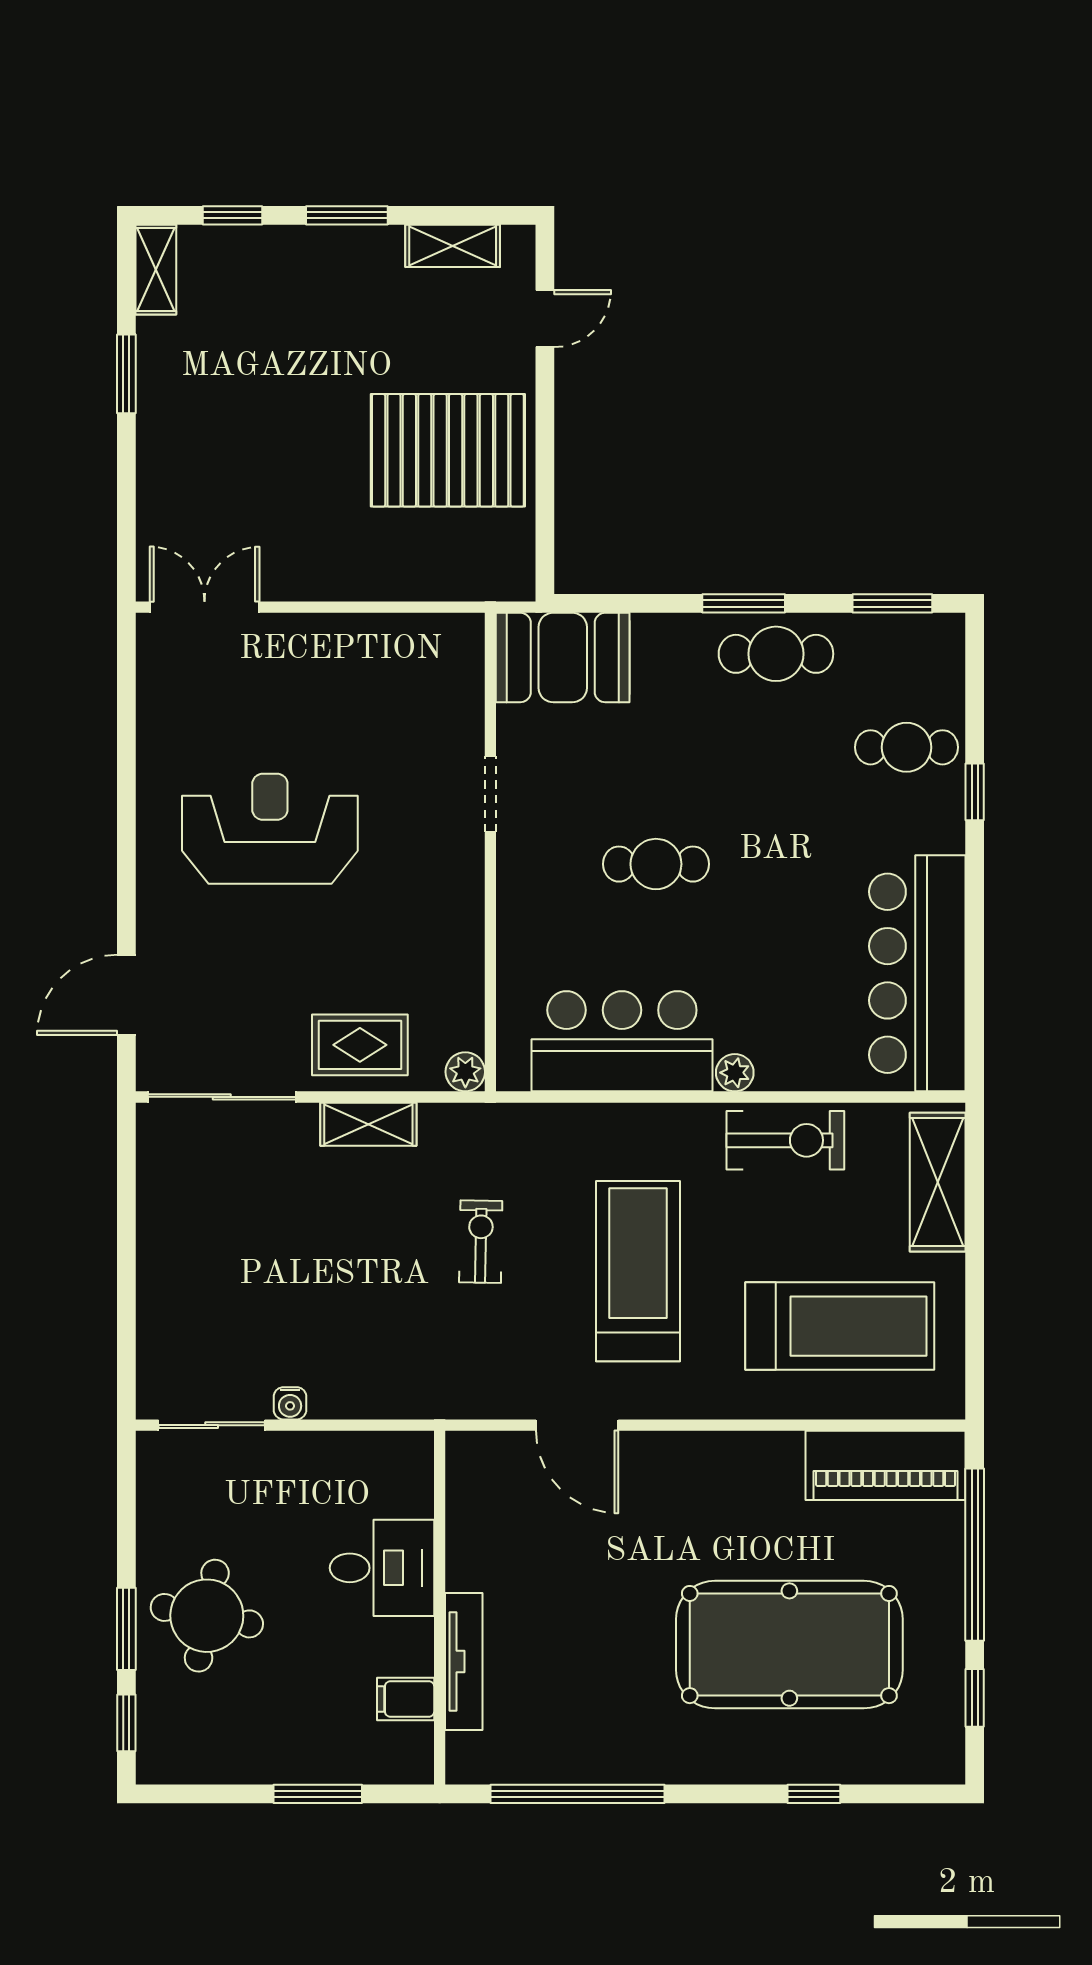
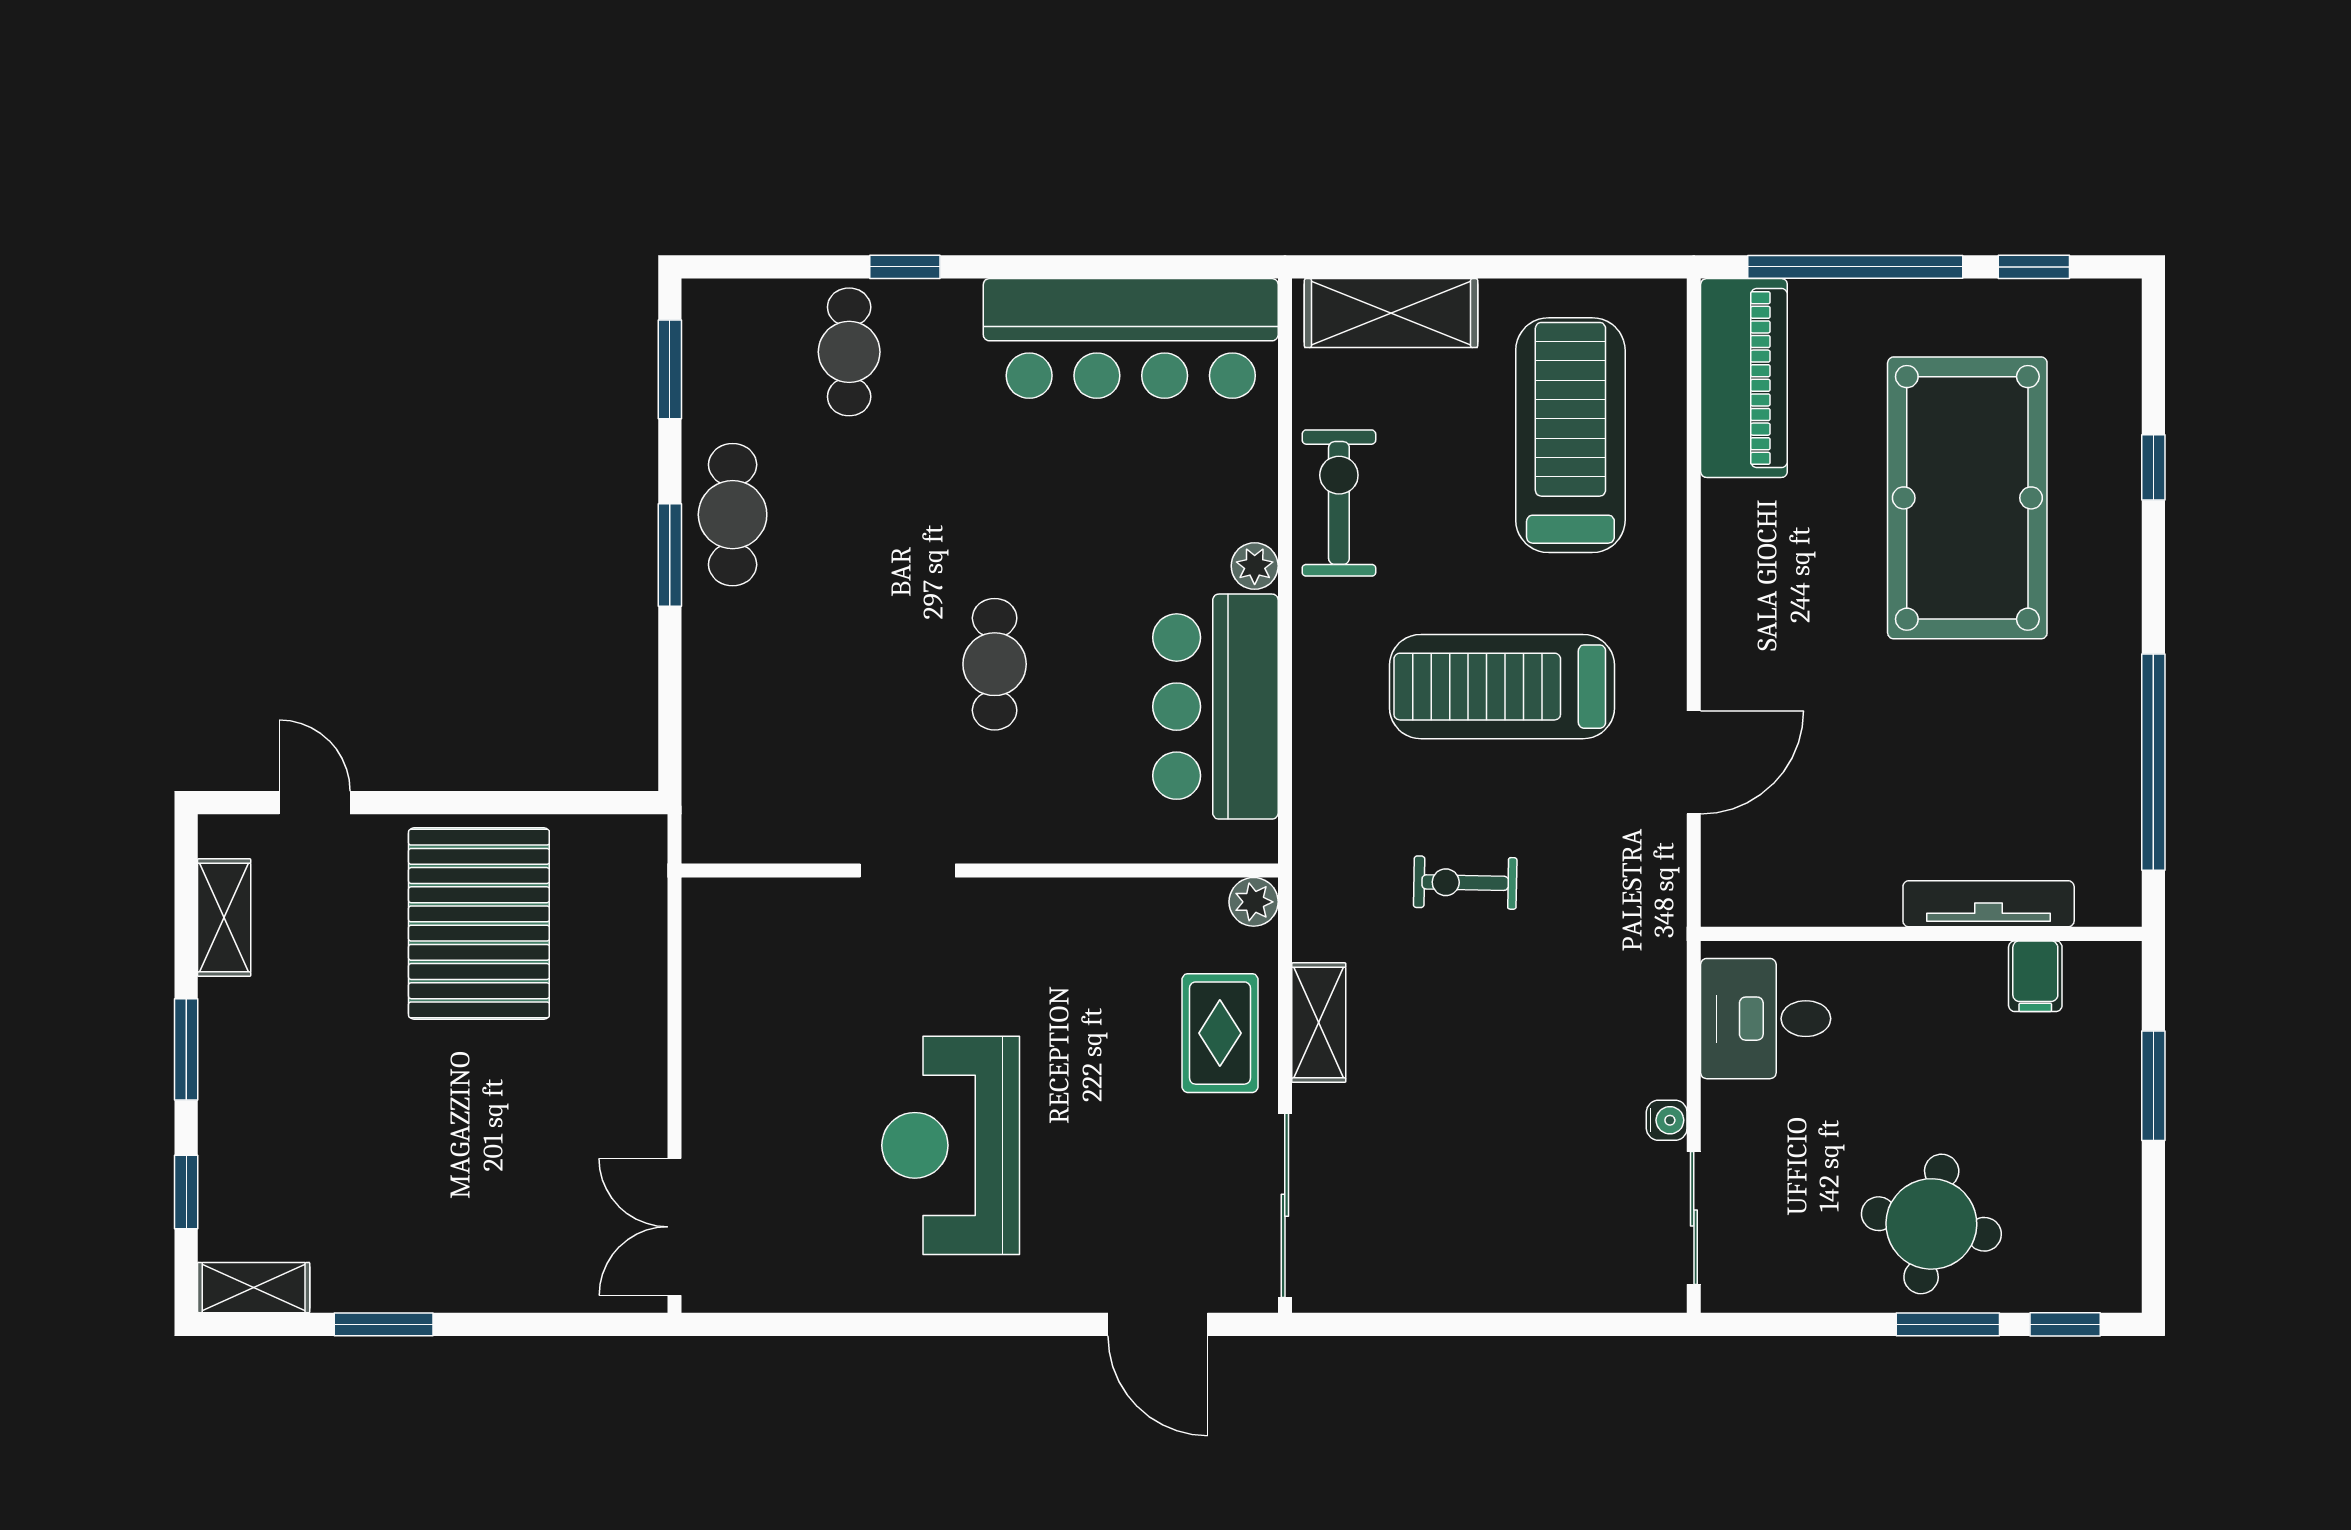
booth: (563, 657) -> (737, 780), removed
desk: (382, 1568) -> (1766, 1019), moved, turned -90

